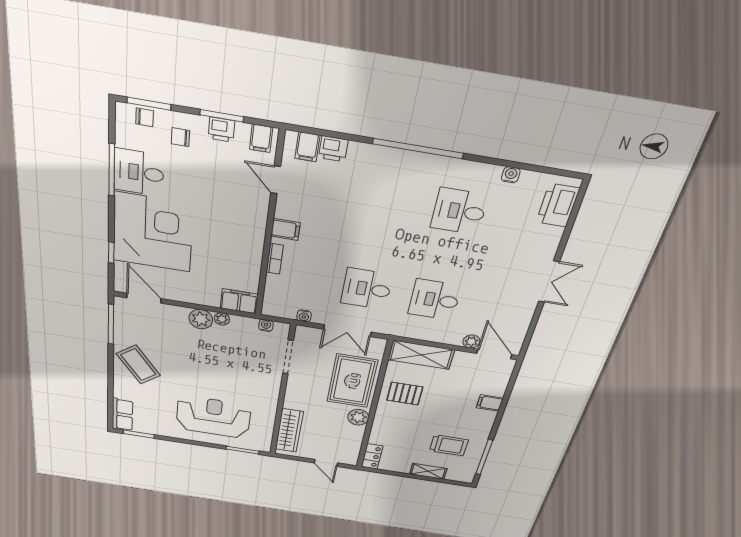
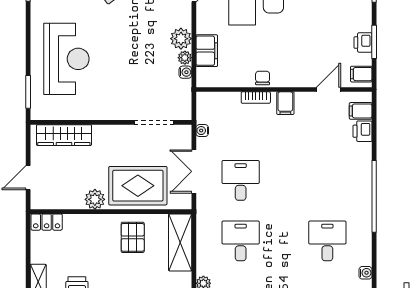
chair: (180, 137) -> (263, 78), moved
filing cabinet: (239, 301) -> (207, 51), moved
water cooler: (266, 325) -> (185, 72), moved

